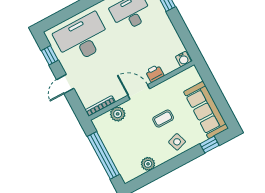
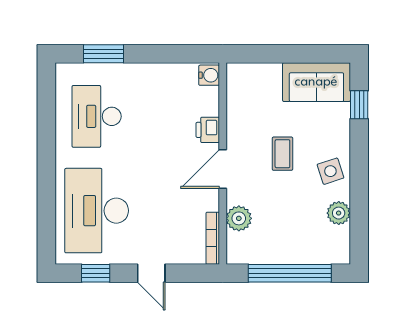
sofa: (206, 110) -> (316, 82), width x0.73
side table: (177, 142) -> (330, 171), moved

